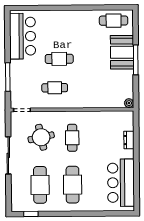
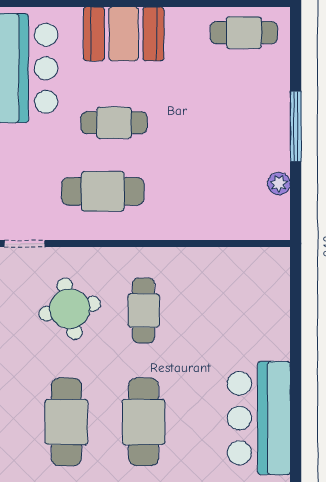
booth: (122, 52) -> (124, 34), moved, turned 90
cafe table: (55, 88) -> (103, 191), width x1.37, depth x1.35
plant: (129, 103) -> (279, 184), moved
dresser: (129, 140) -> (278, 317), removed

